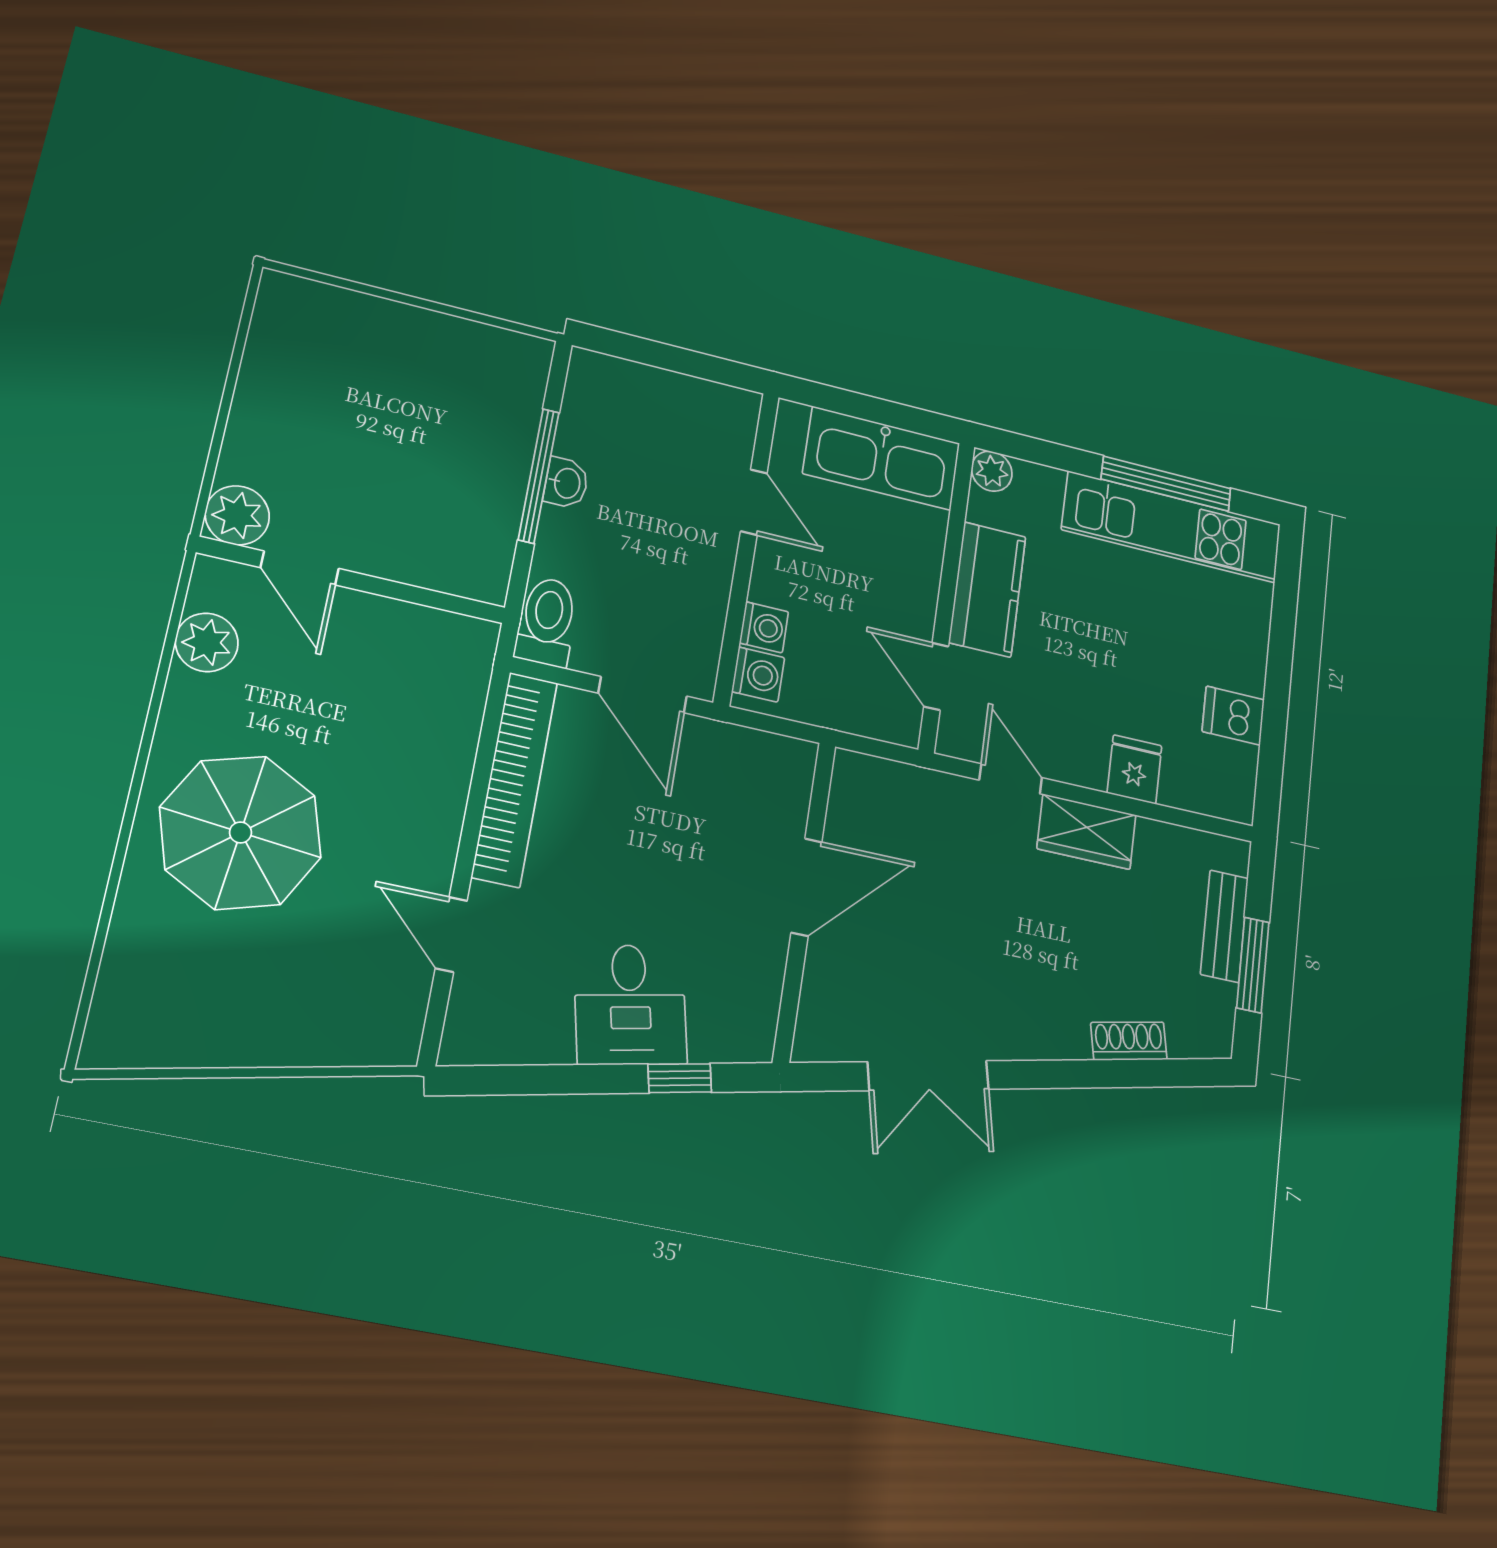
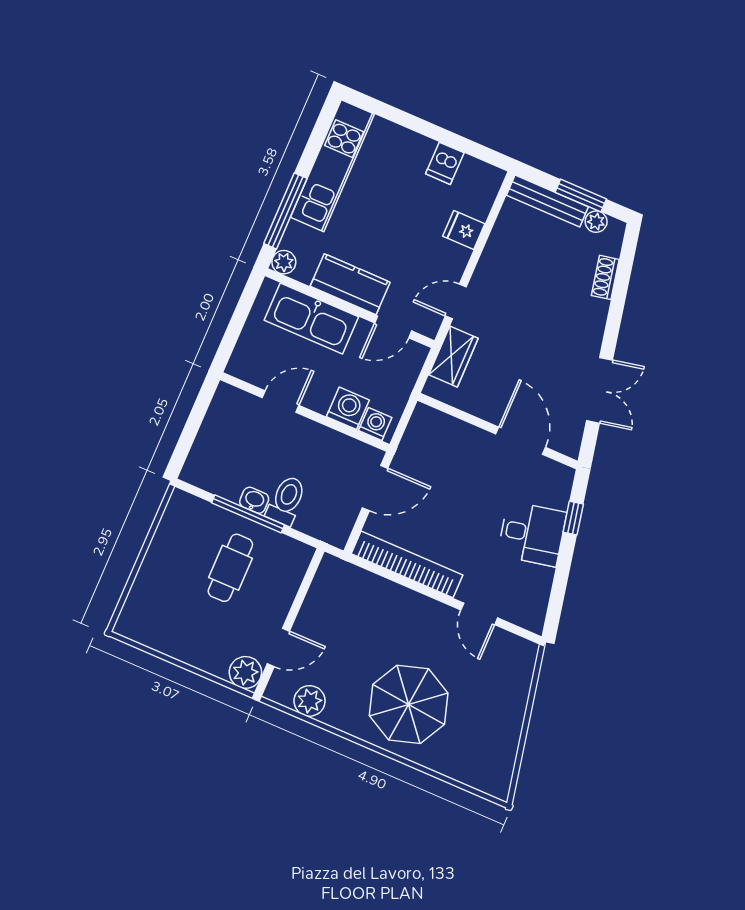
kitchen sink: (882, 458) -> (311, 319), moved, turned 90
cafe table: (431, 459) -> (230, 568), added
window: (1166, 484) -> (285, 211), moved
toilet: (547, 622) -> (286, 500), moved, turned 90
washing machine: (764, 627) -> (348, 408), width x1.38, depth x1.38
wardrobe: (1086, 832) -> (453, 357), moved
door: (807, 887) -> (521, 441), moved
bench: (1224, 926) -> (547, 201), width x1.36
door: (451, 935) -> (479, 614), hinge flipped
plant: (1218, 1003) -> (596, 222), added

